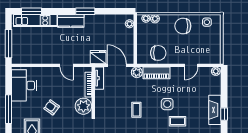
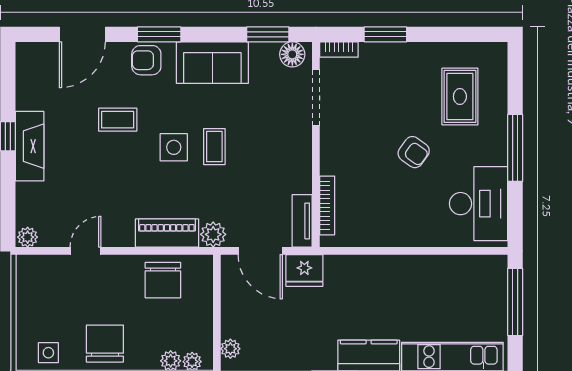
chair: (183, 26) -> (105, 344), turned -90
chair: (158, 53) -> (163, 280), turned -90
door: (66, 65) -> (379, 251), removed
side table: (167, 104) -> (174, 147), moved
plant: (83, 106) -> (339, 155), removed

